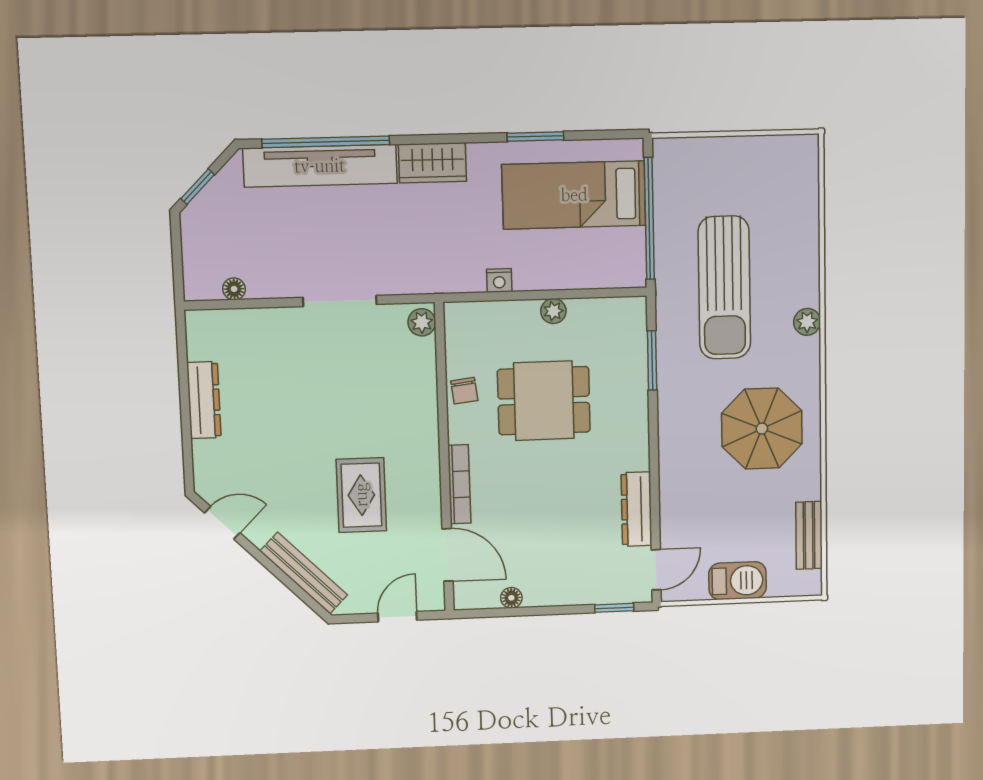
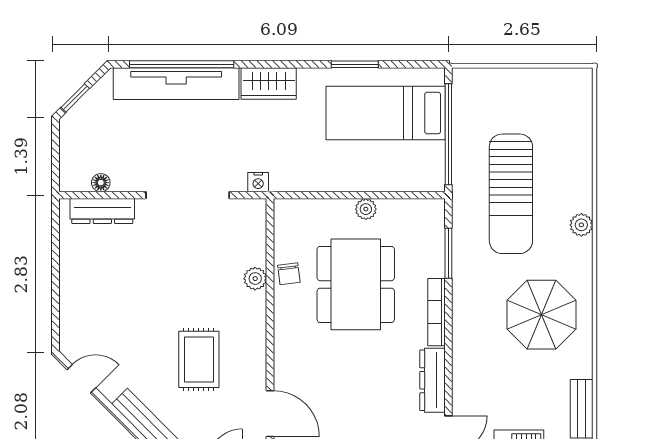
nightstand: (499, 280) -> (258, 182), moved
doorway: (340, 301) -> (188, 195), width x1.36
plant: (422, 322) -> (255, 279), moved
dresser: (204, 400) -> (102, 211), moved, turned 90
dining table: (544, 401) -> (356, 284), width x1.38
bookcase: (459, 484) -> (436, 312), moved, turned 180

